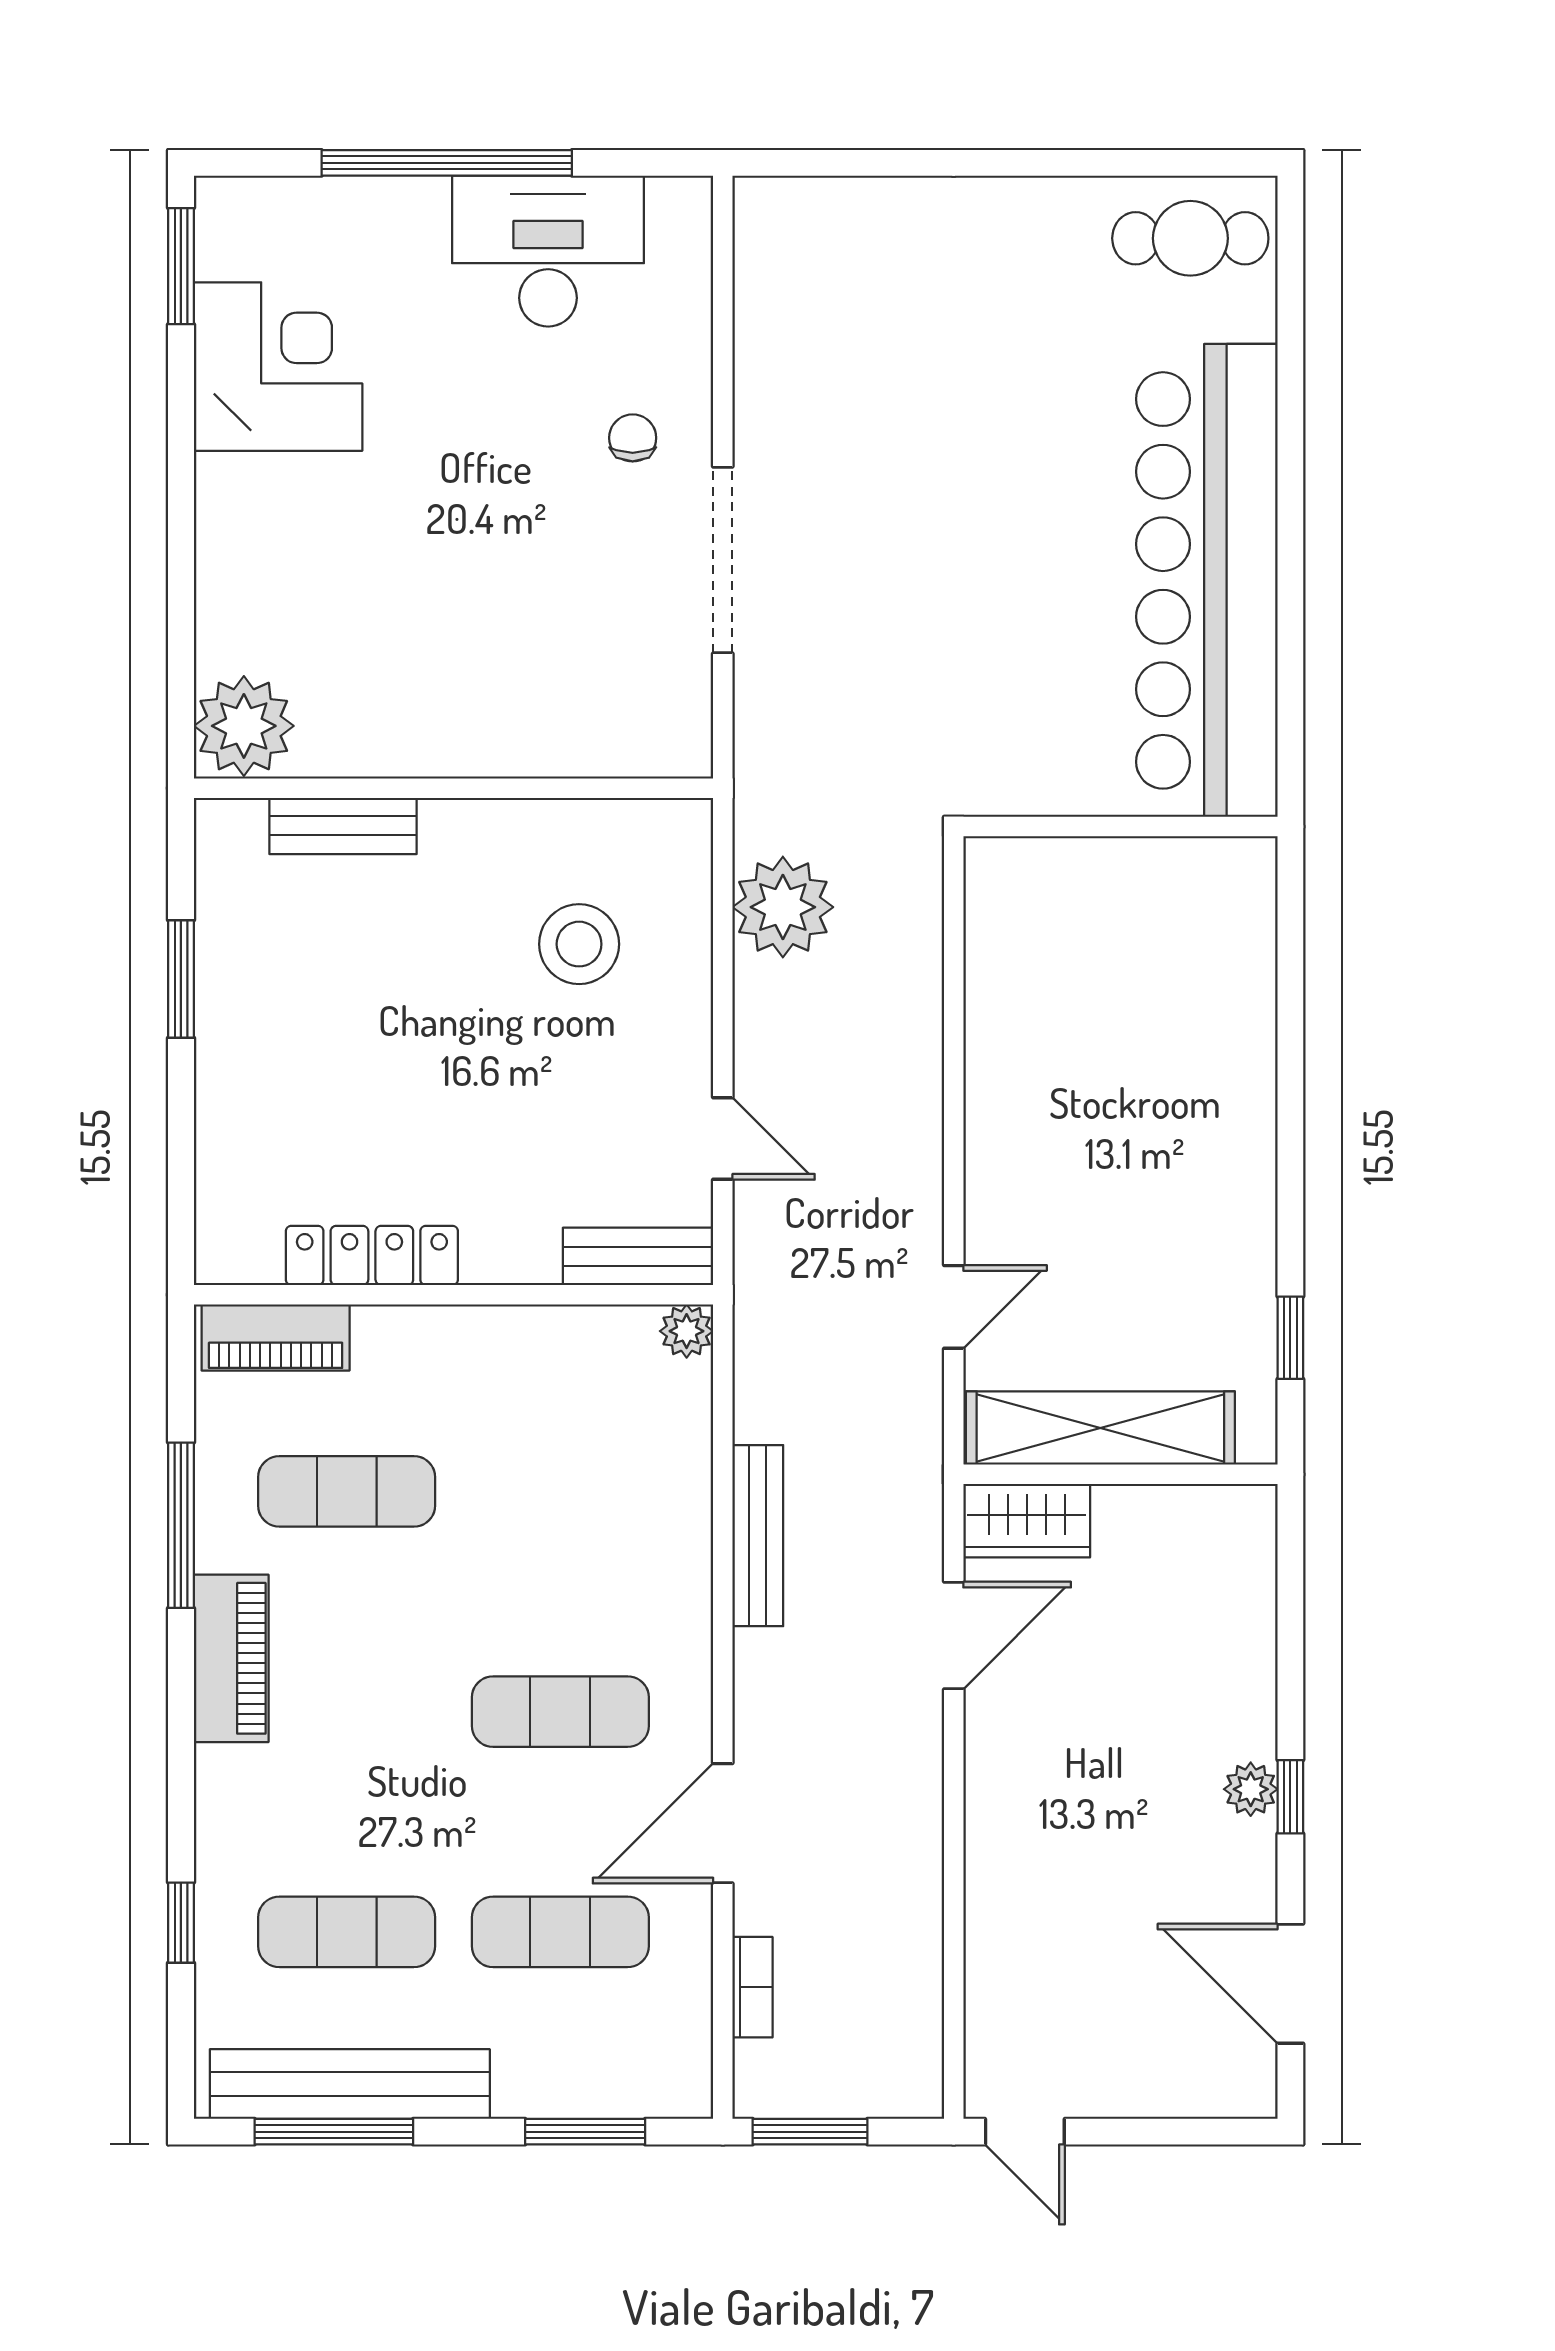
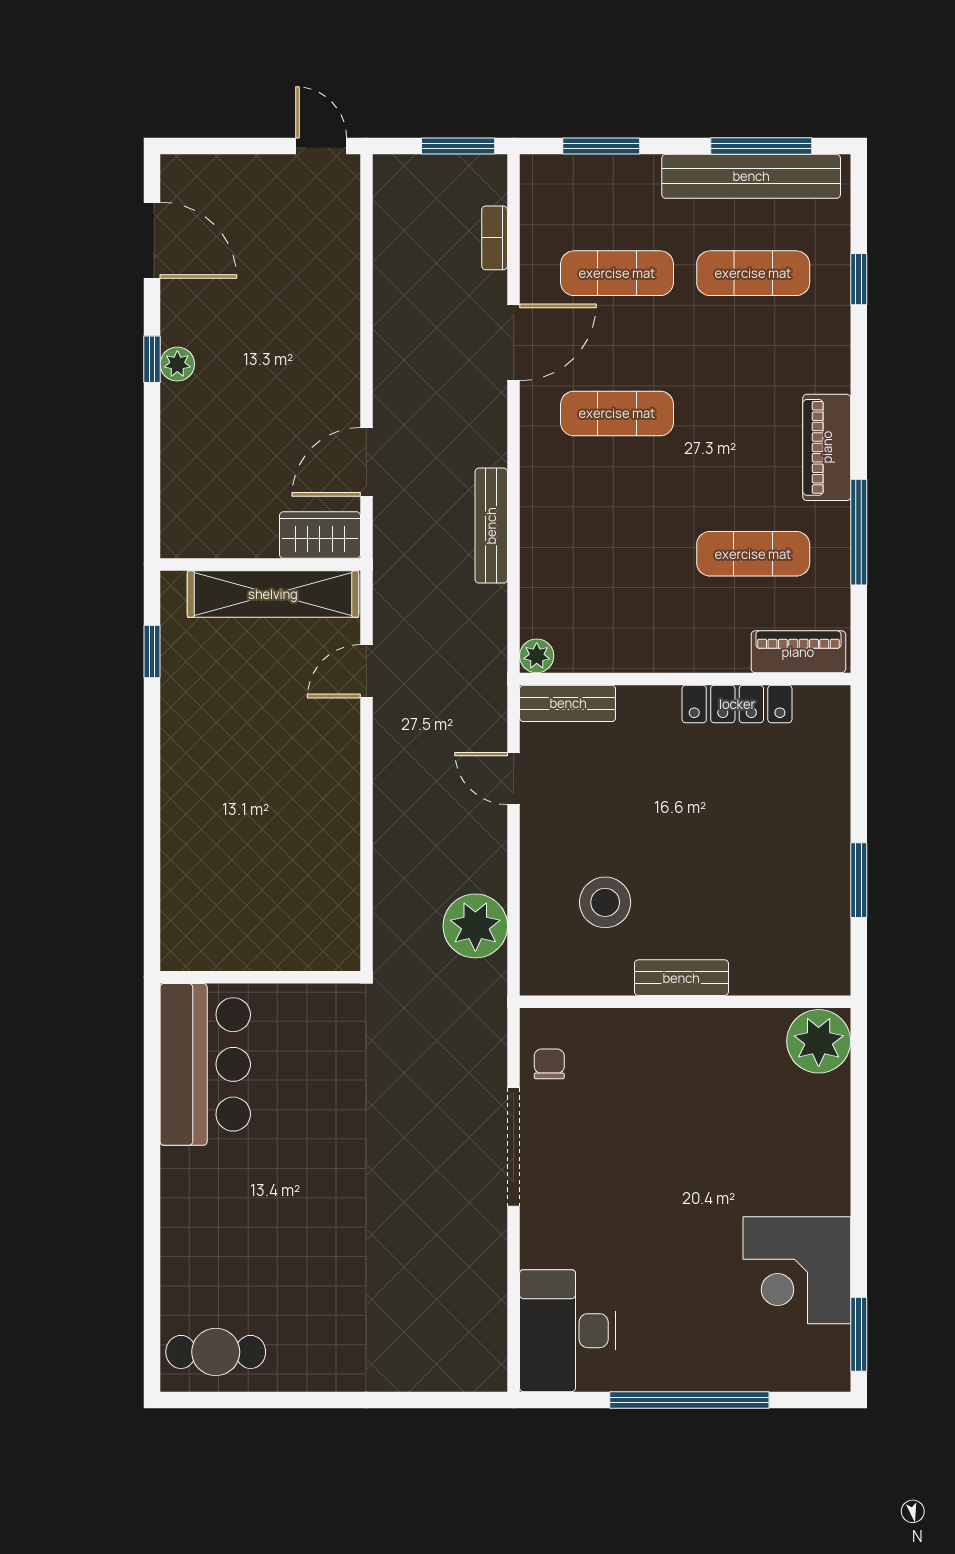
desk: (548, 251) -> (568, 1331), moved, turned 90
chair: (633, 438) -> (549, 1064), moved, turned 180
bar counter: (1207, 580) -> (205, 1064), width x0.54
bench: (343, 826) -> (681, 978), moved

